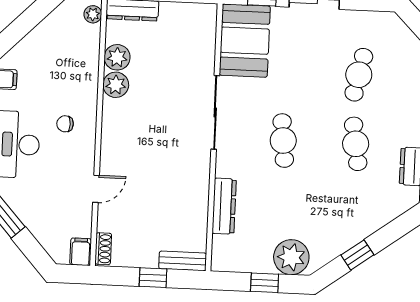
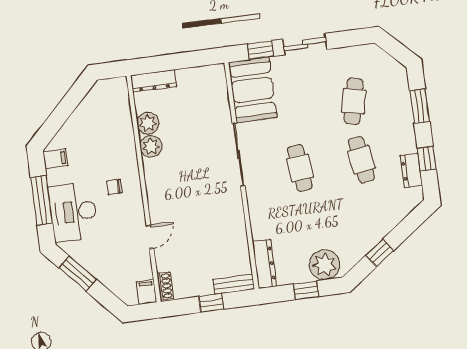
plant: (93, 14) -> (121, 91), removed
dresser: (224, 206) -> (265, 264), moved

